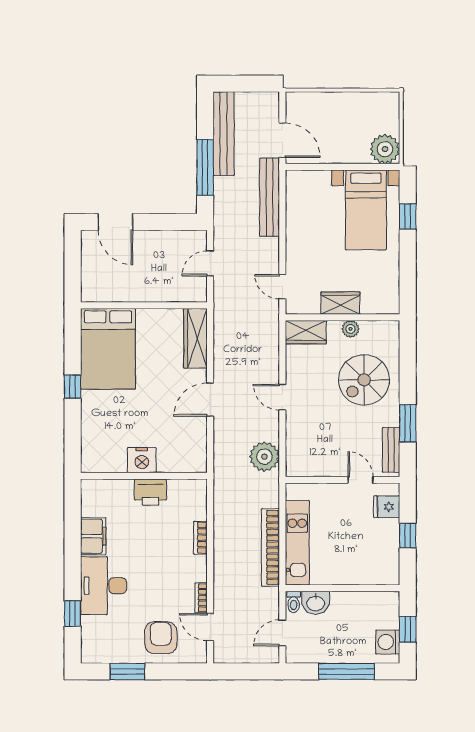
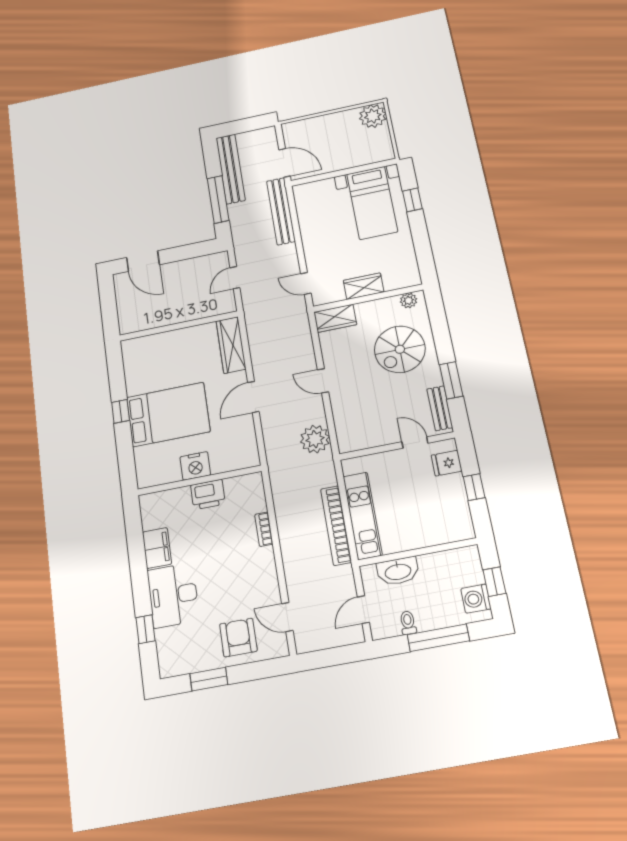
plant: (385, 149) -> (373, 116), moved
plant: (350, 329) -> (409, 300), moved
bed: (108, 349) -> (168, 414), moved, turned -90
bookcase: (201, 598) -> (274, 589), removed
toilet: (294, 602) -> (408, 623), moved, turned 180
washbasin: (316, 603) -> (398, 571), width x1.38

